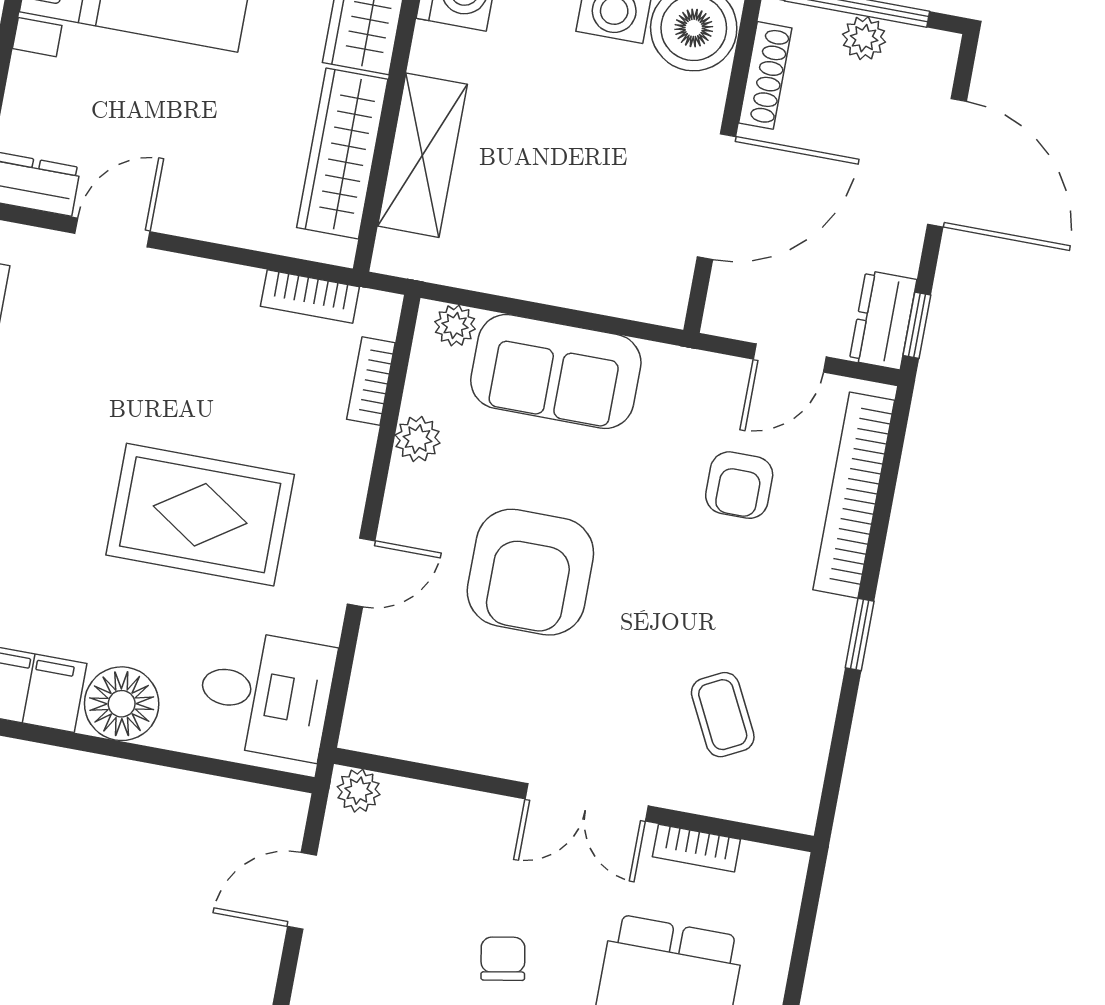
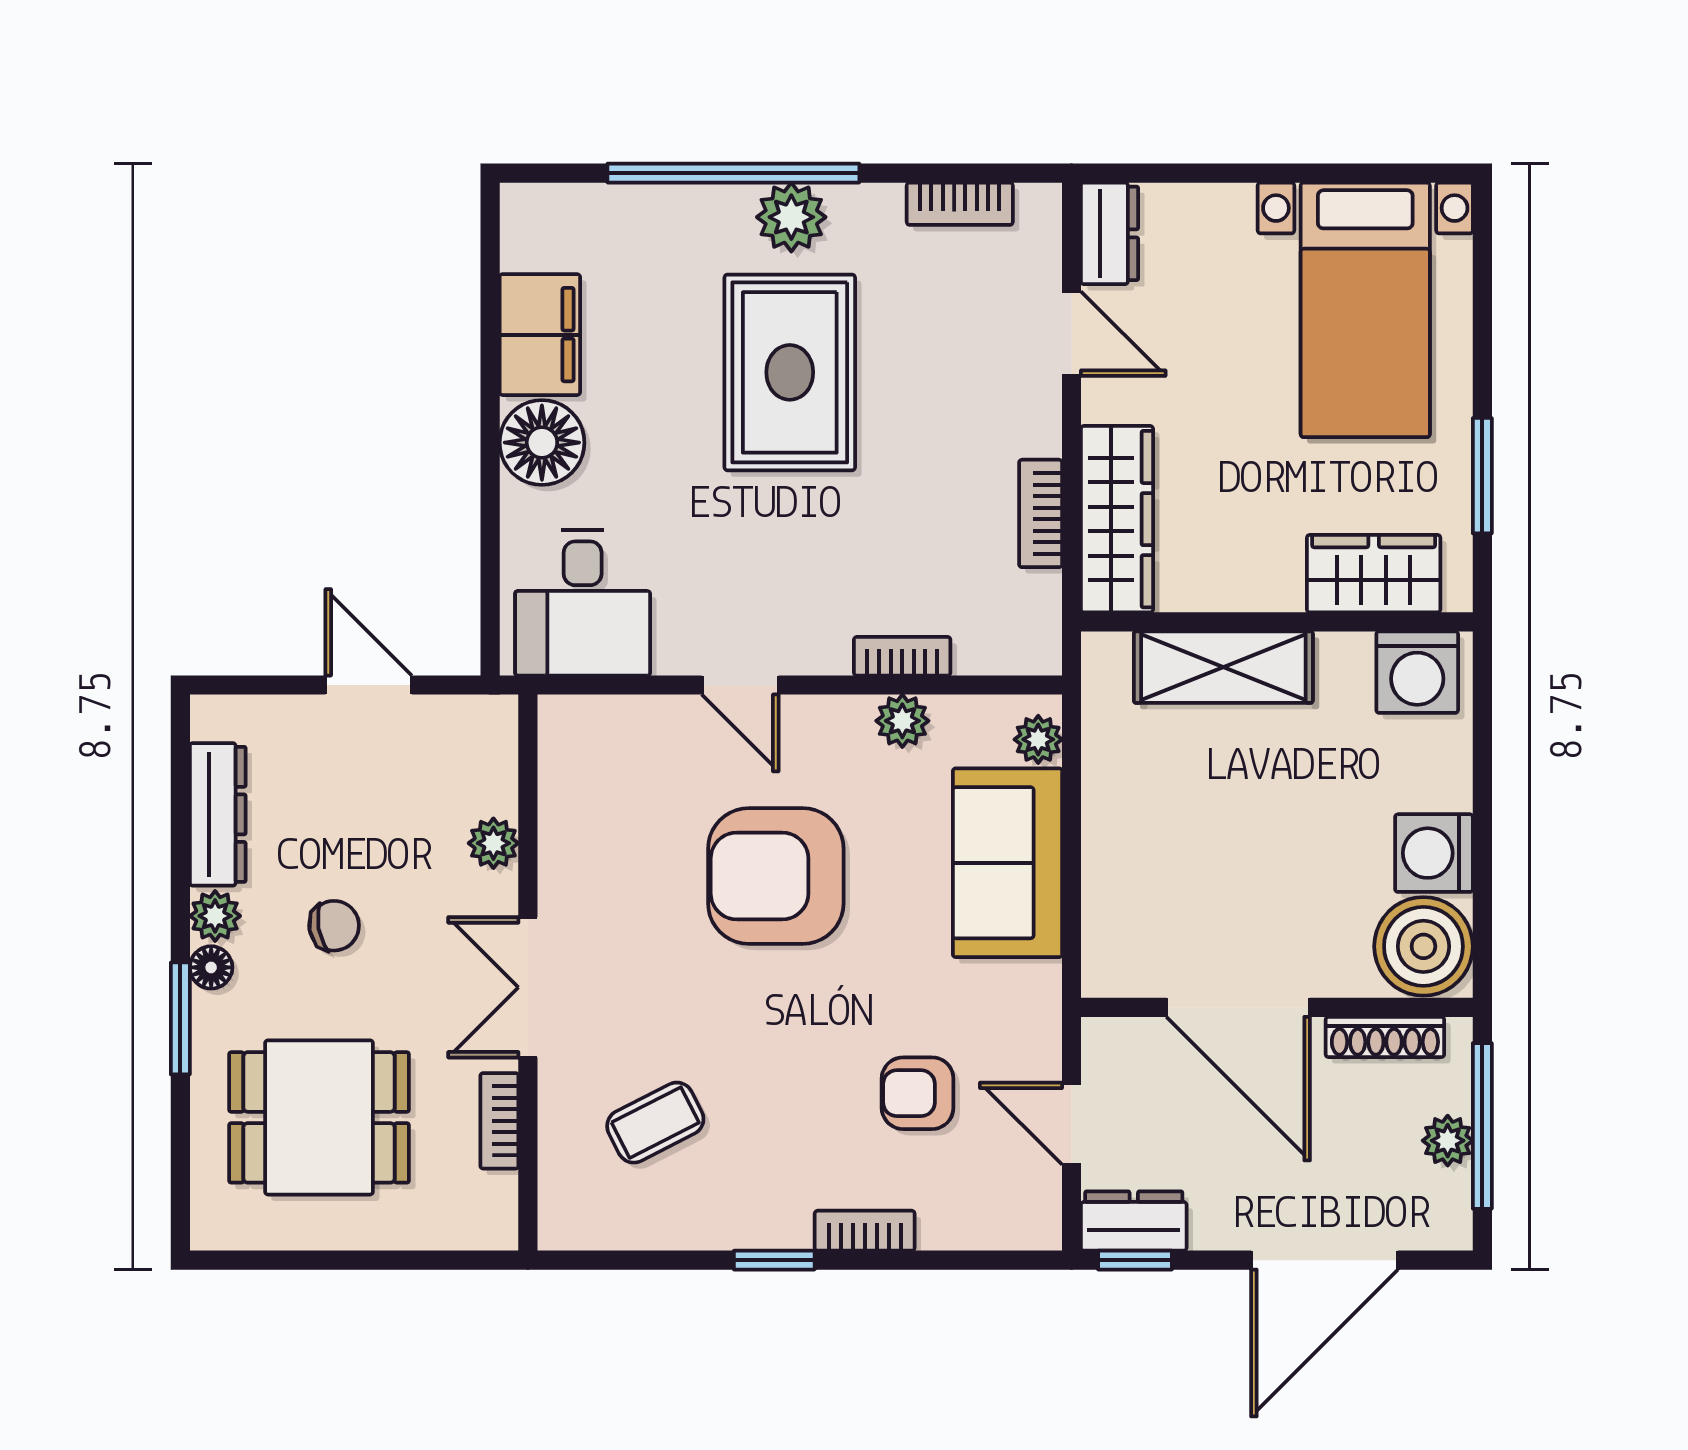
wardrobe: (342, 153) -> (1117, 519), moved, turned 90
bookcase: (310, 296) -> (1041, 513), moved
bookcase: (371, 381) -> (902, 656), moved
bookcase: (854, 495) -> (865, 1231), width x0.43, depth x0.76
rug: (200, 515) -> (790, 372), moved
plant: (359, 791) -> (493, 843), moved

